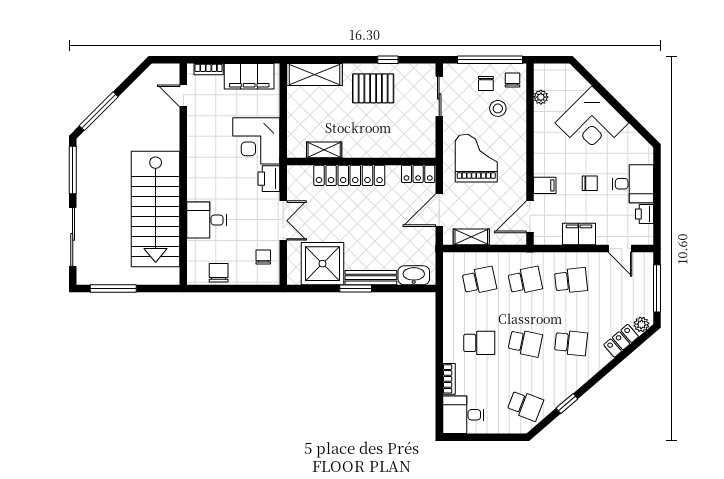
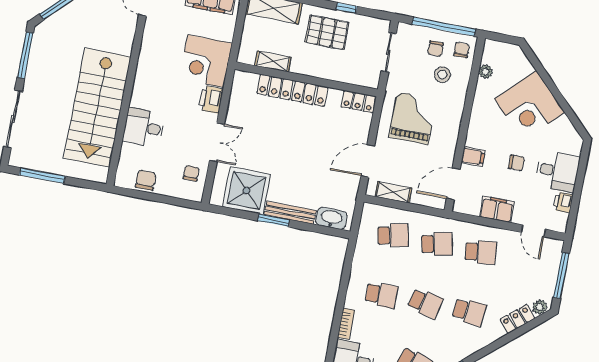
shelving: (324, 150) -> (273, 61), moved
wall: (361, 161) -> (306, 79), moved
locker: (418, 174) -> (358, 102), moved
locker: (349, 175) -> (292, 90), moved

